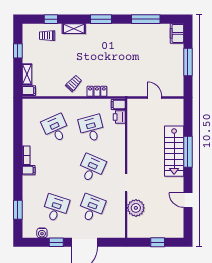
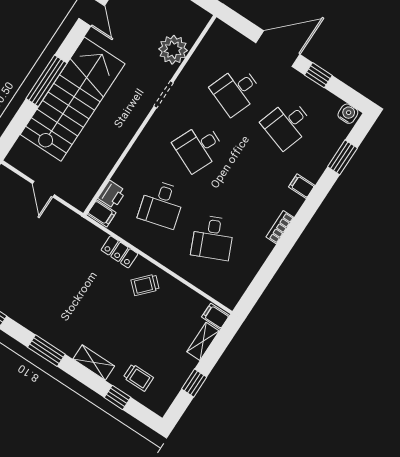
stairs: (174, 151) -> (73, 99), width x1.36, depth x1.51
filing cabinet: (29, 170) -> (302, 186), moved
water cooler: (42, 233) -> (348, 114), moved

